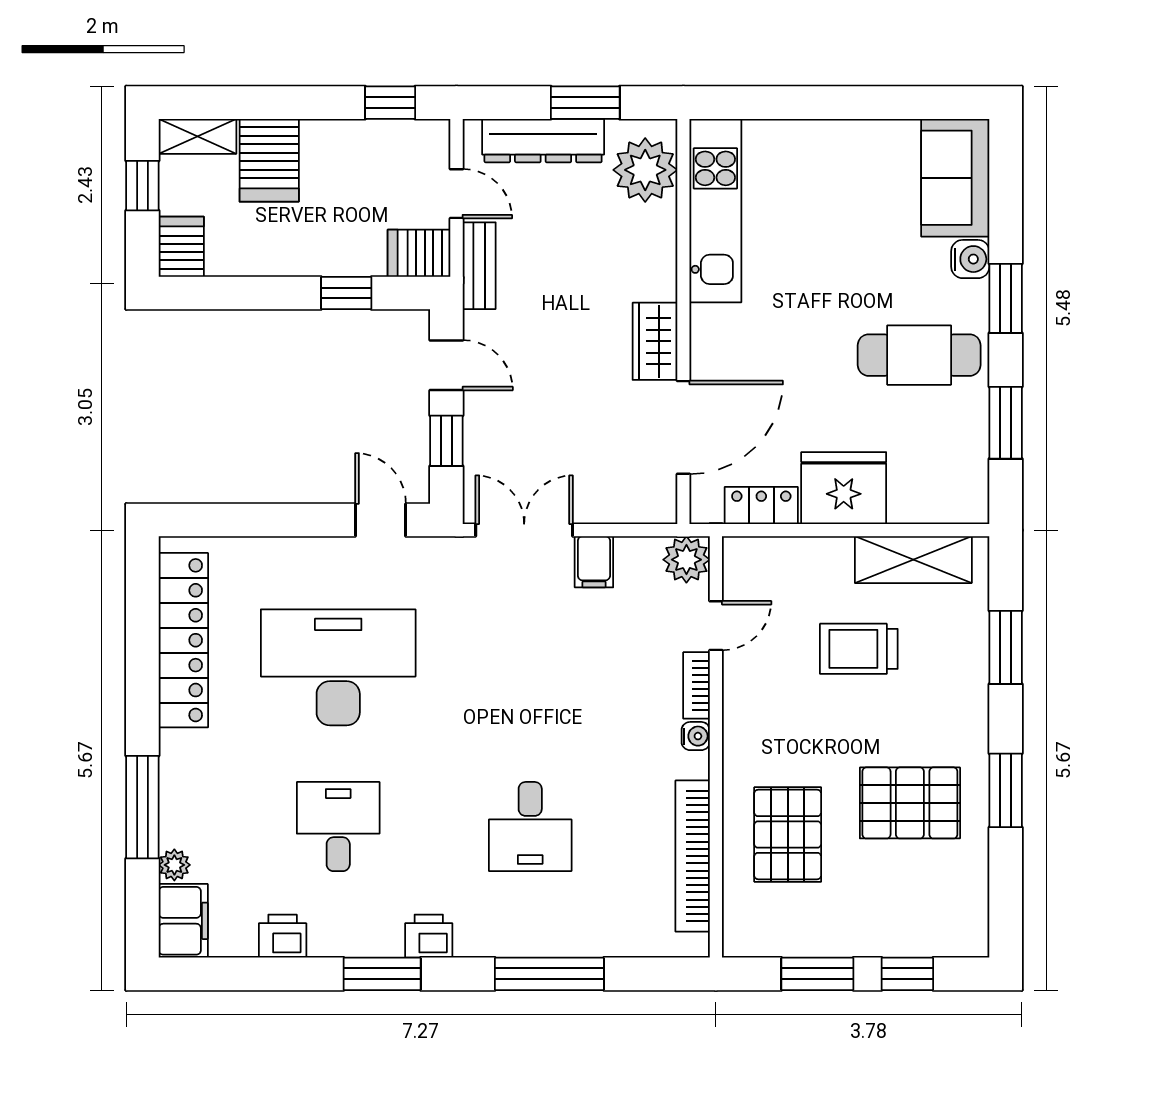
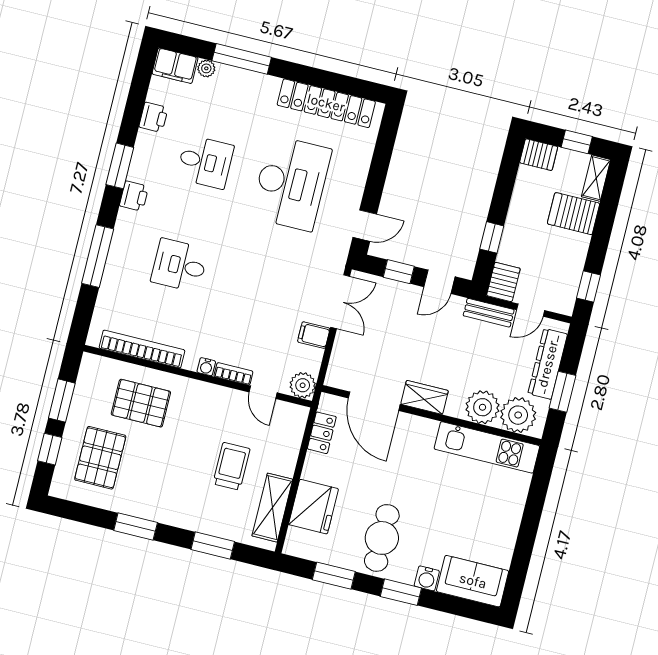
plant: (647, 236) -> (483, 407), added
fridge: (844, 488) -> (313, 507), moved
pallet: (910, 803) -> (100, 458), moved

